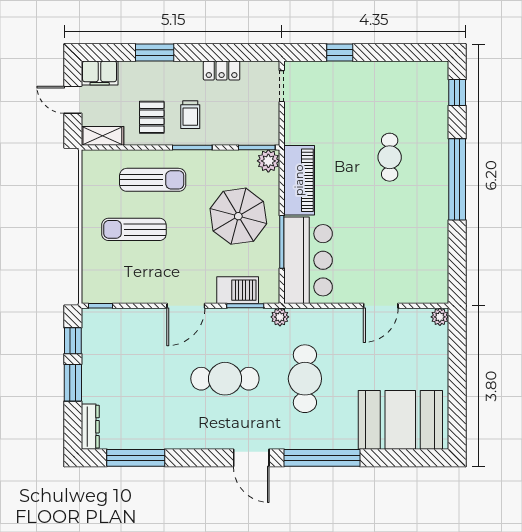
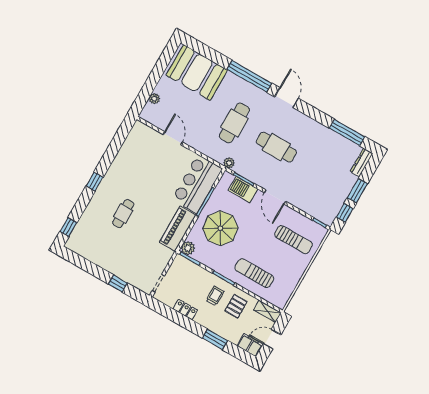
door: (73, 100) -> (272, 339), swing flipped
window: (457, 179) -> (95, 182), width x0.32
sun lounger: (134, 229) -> (293, 240), moved
door: (186, 306) -> (275, 197), swing flipped
door: (381, 306) -> (173, 138), hinge flipped
plant: (440, 317) -> (154, 99), moved

